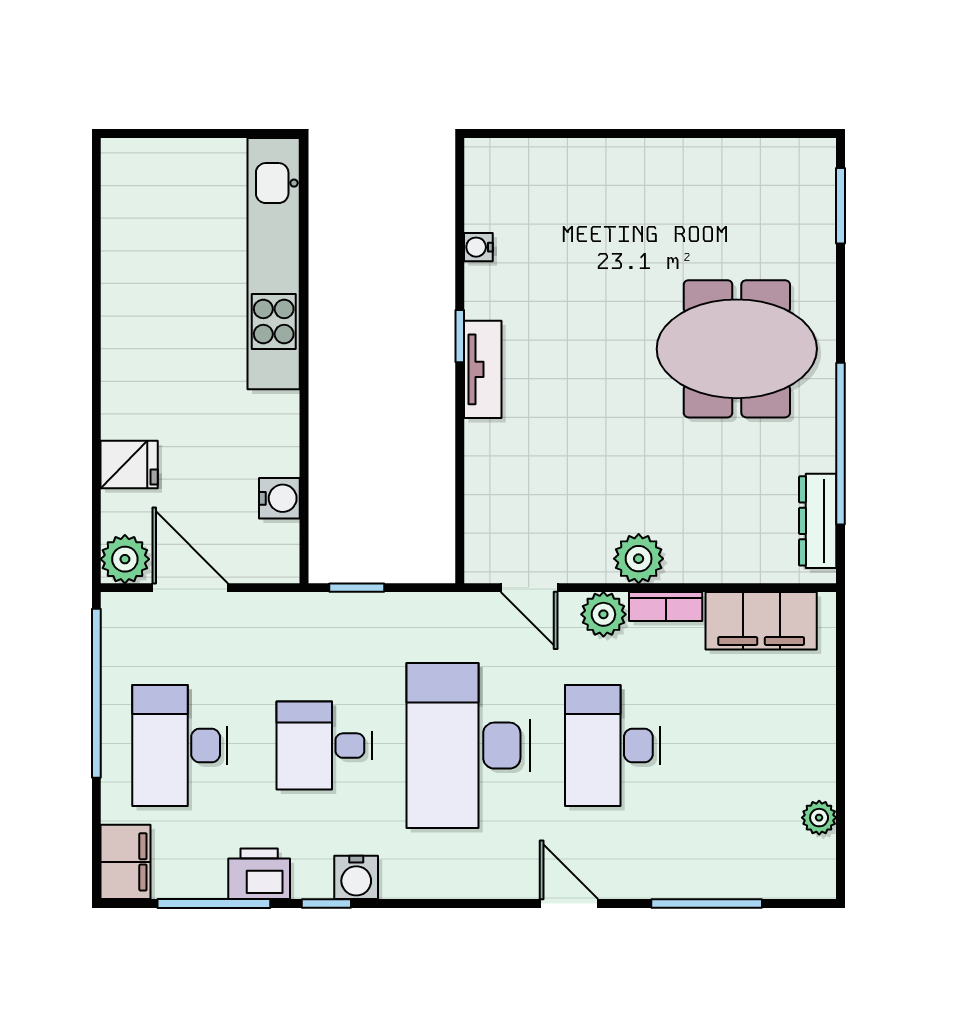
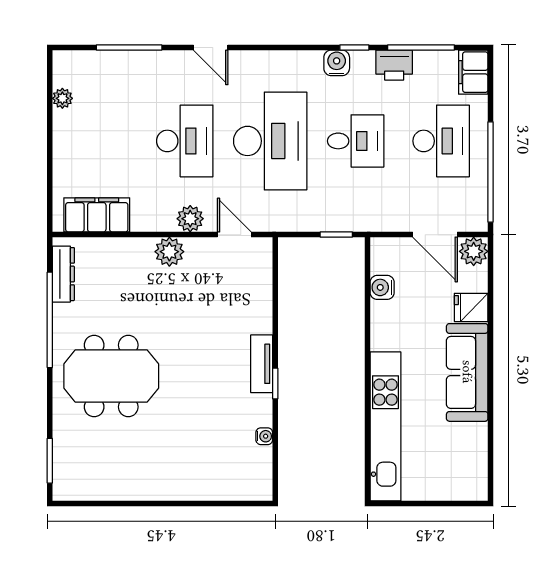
sofa: (136, 355) -> (467, 372), added
bookcase: (666, 607) -> (153, 223), removed

